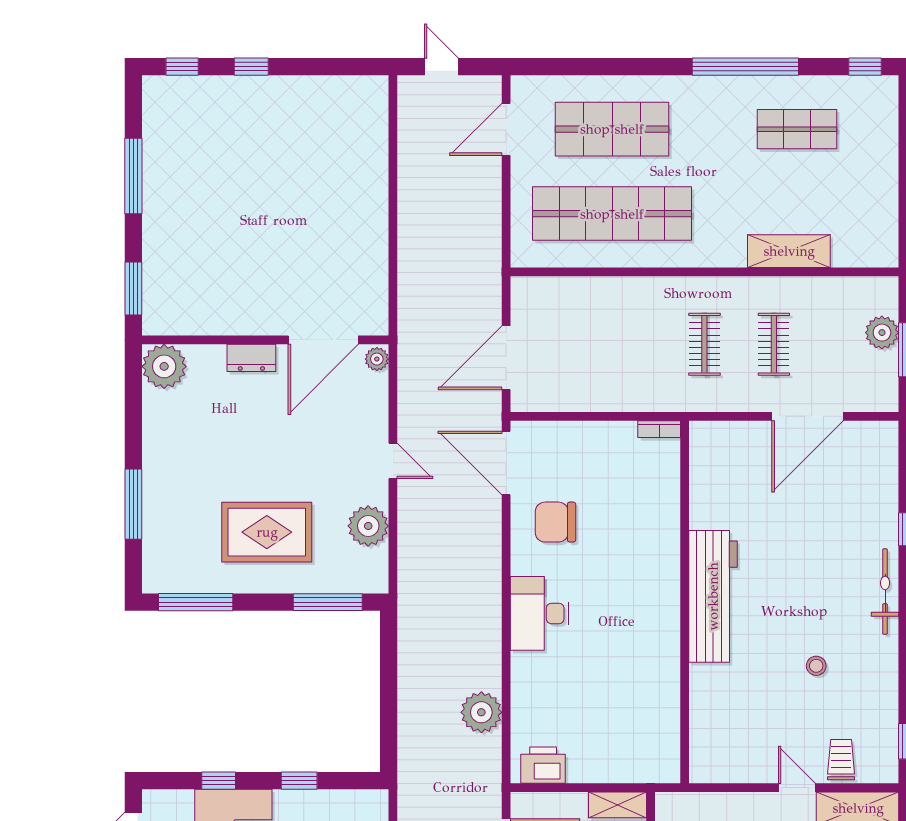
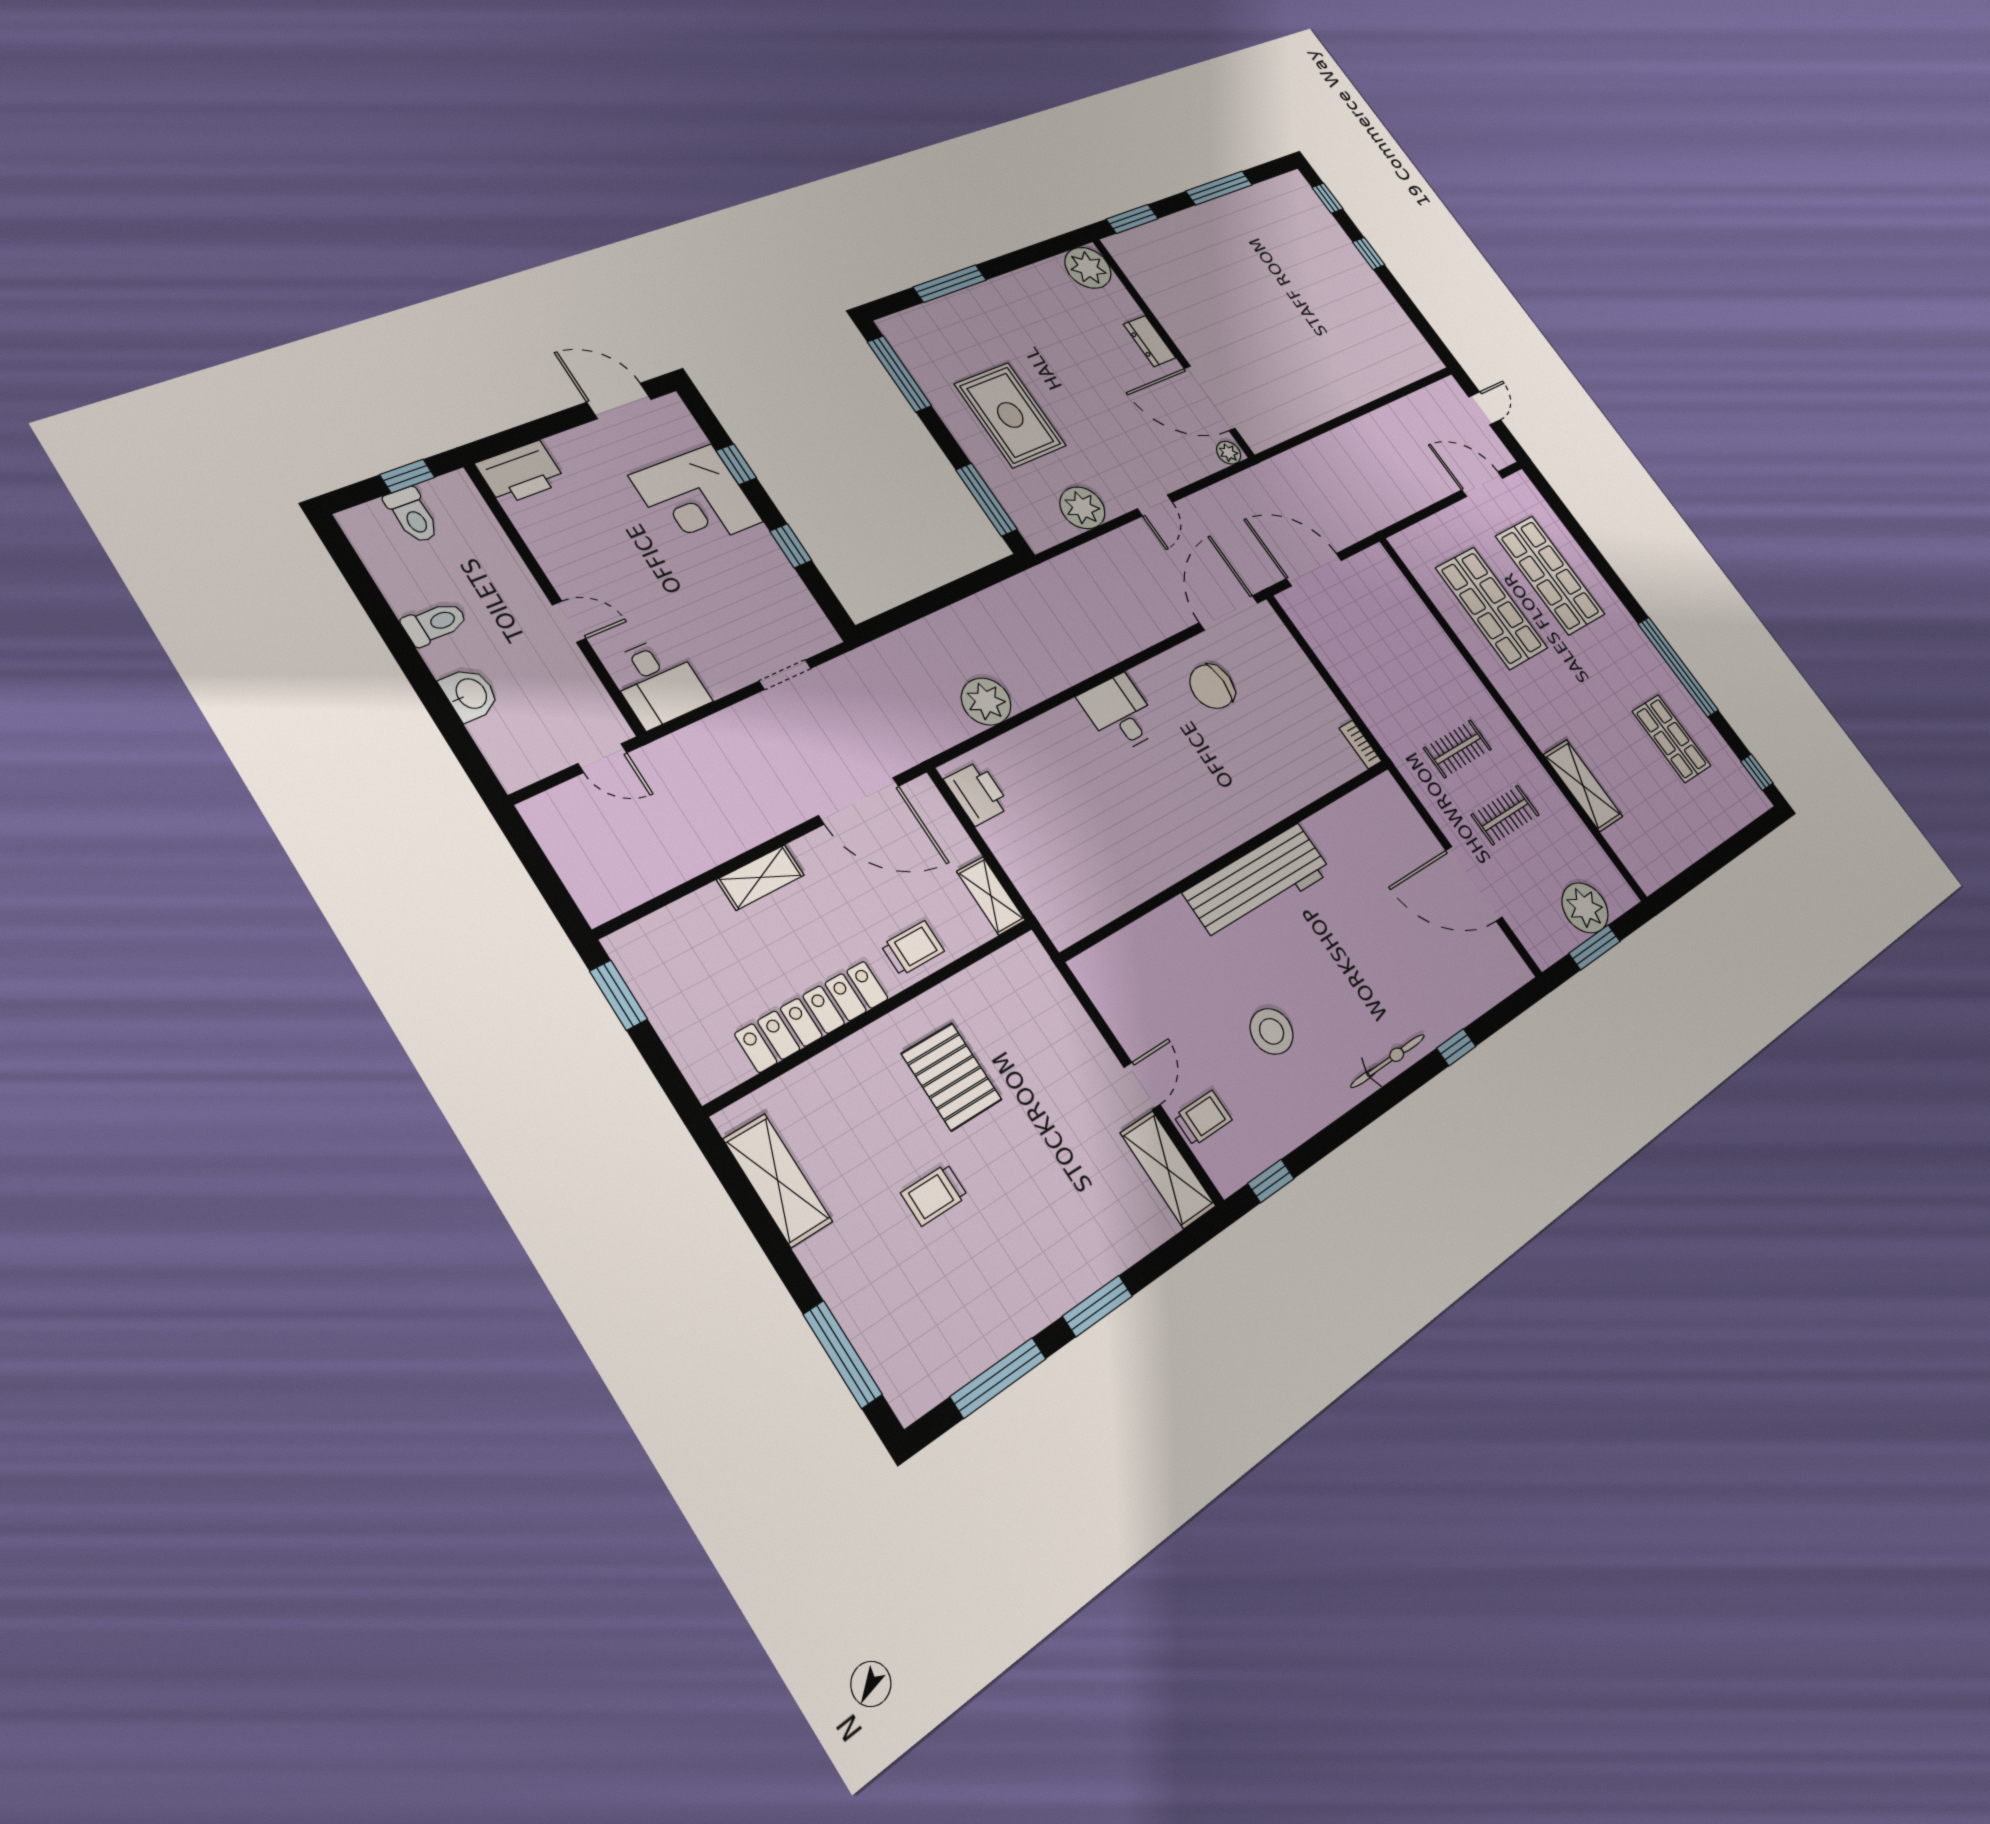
shop shelf: (612, 214) -> (1491, 608), width x0.71
plant: (882, 333) -> (1585, 908), width x1.36, depth x1.36
chair: (555, 522) -> (1212, 686), turned -90
desk: (539, 613) -> (1120, 713), width x0.73
stool: (816, 666) -> (1272, 1031), width x1.89, depth x1.89

